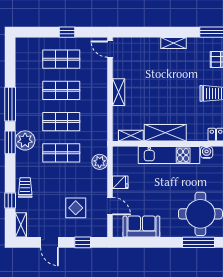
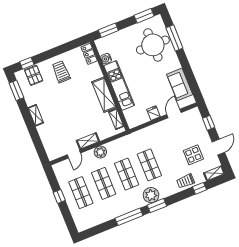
door: (110, 49) -> (74, 154), moved
plant: (100, 162) -> (100, 152), moved
display table: (76, 208) -> (193, 155), moved

